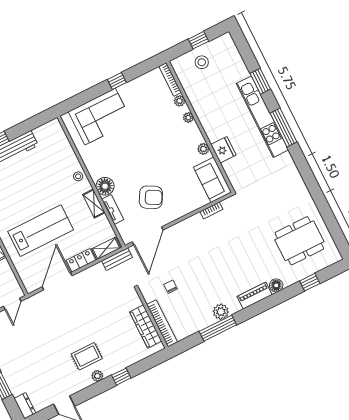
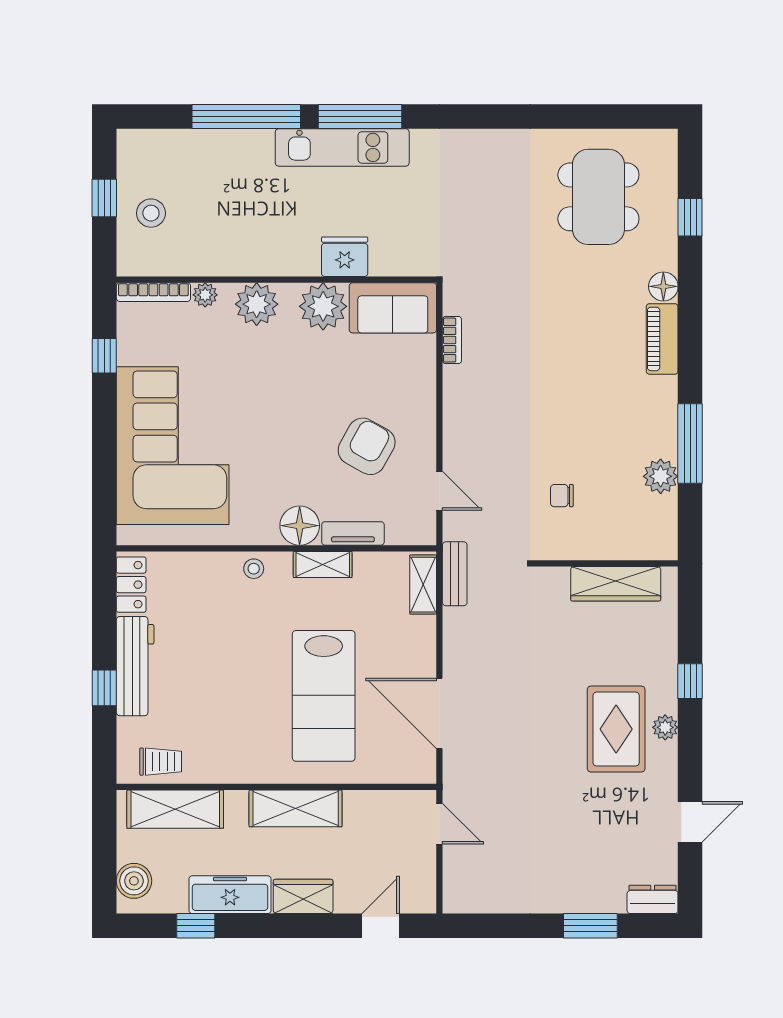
window: (117, 81) -> (104, 356), moved
window: (260, 81) -> (246, 117), width x2.11
corner sofa: (100, 117) -> (173, 446), width x1.36, depth x1.36
kitchen unit: (262, 117) -> (342, 147), width x0.73
plant: (188, 118) -> (257, 304), width x1.87, depth x1.87
plant: (203, 149) -> (323, 306), width x1.88, depth x1.88
lab bench: (41, 231) -> (324, 696), turned 180
door: (148, 236) -> (439, 491), width x0.53
locker: (81, 260) -> (131, 585), moved, turned 180
plant: (221, 312) -> (661, 476), moved
bookcase: (162, 323) -> (626, 548), removed
rug: (87, 356) -> (616, 729), width x1.36, depth x1.43

